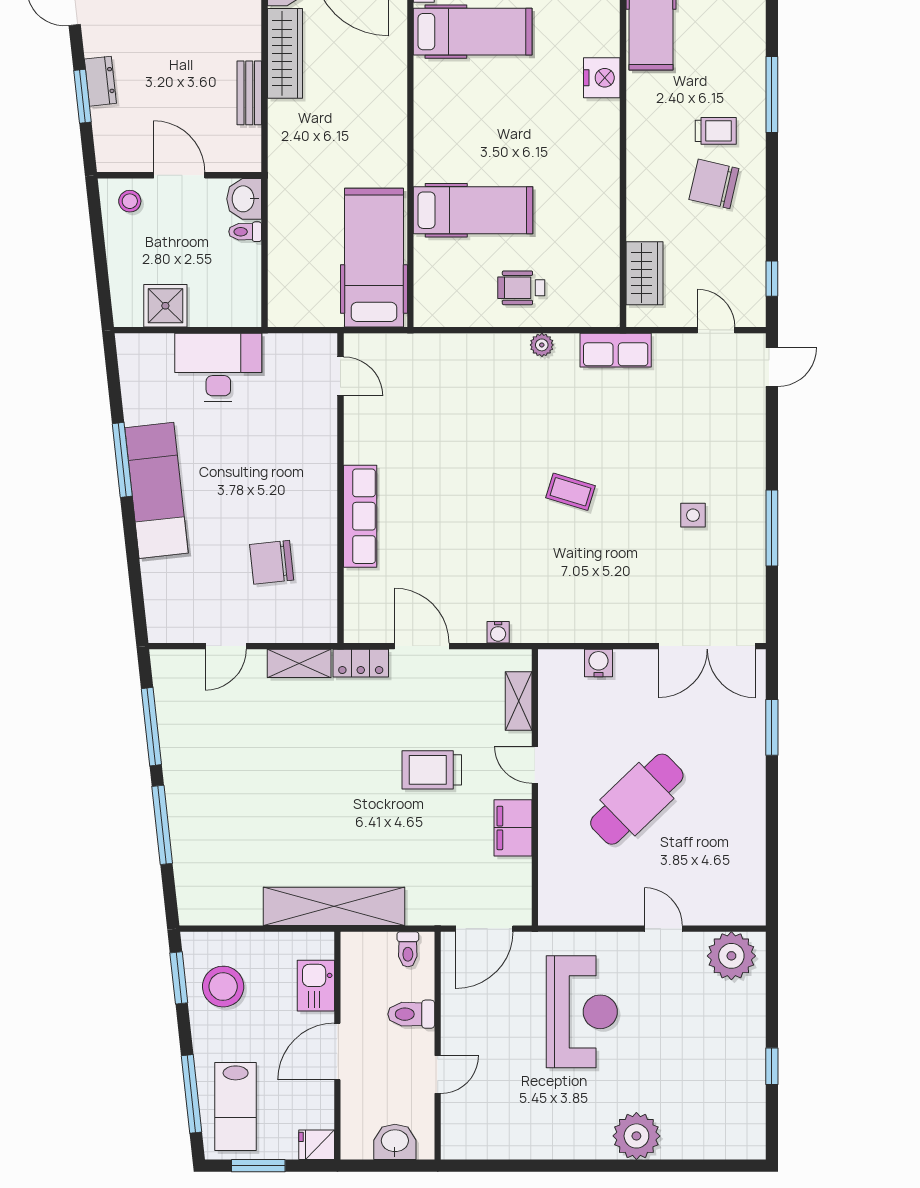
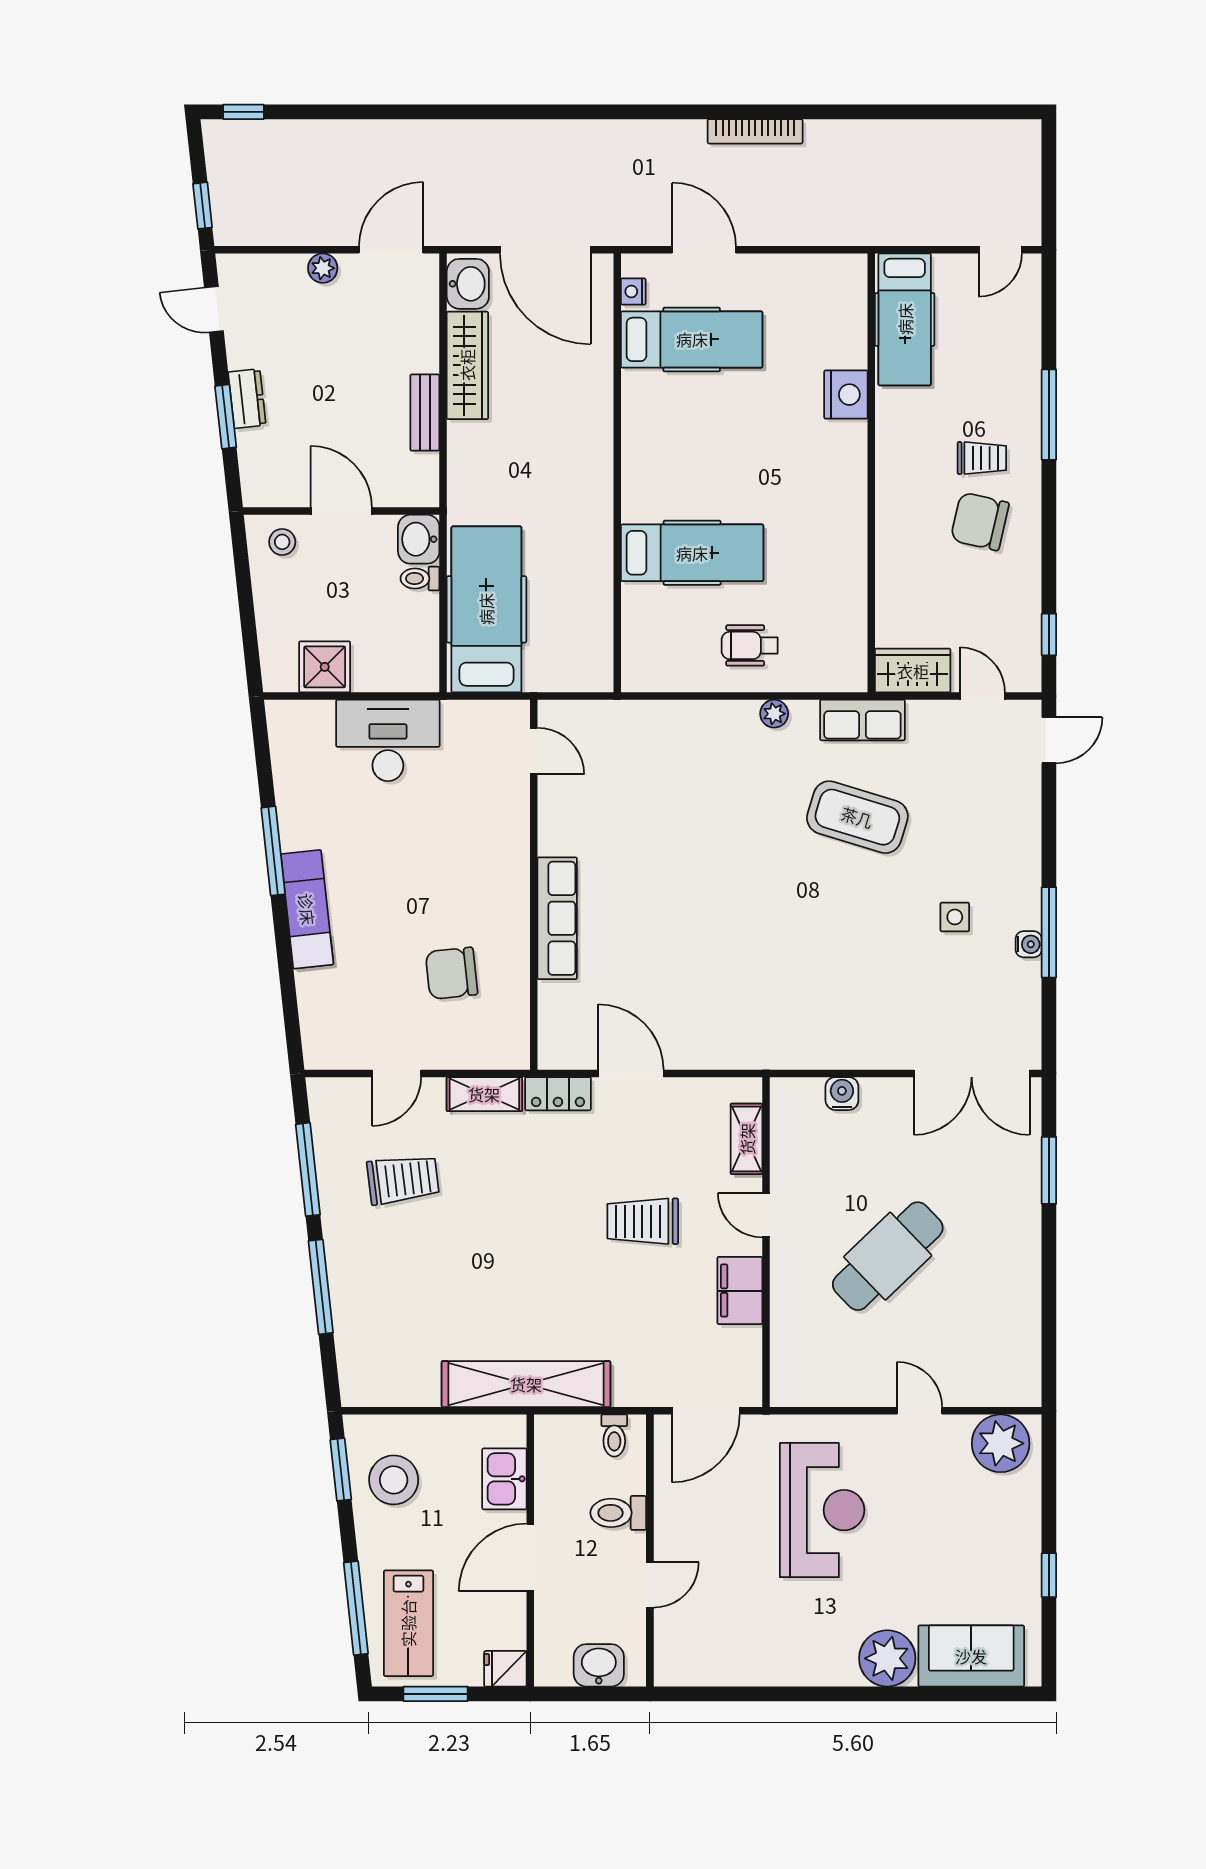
hospital bed: (374, 258) -> (486, 609), moved
wardrobe: (644, 273) -> (913, 671), moved, turned -90
exam couch: (156, 490) -> (307, 909), width x0.73, depth x0.69
coffee table: (571, 492) -> (857, 817), moved, width x1.86, depth x1.72
water cooler: (498, 632) -> (1029, 944), moved, turned -90
trolley: (231, 735) -> (403, 1179), added
sofa: (707, 1134) -> (971, 1656), added

